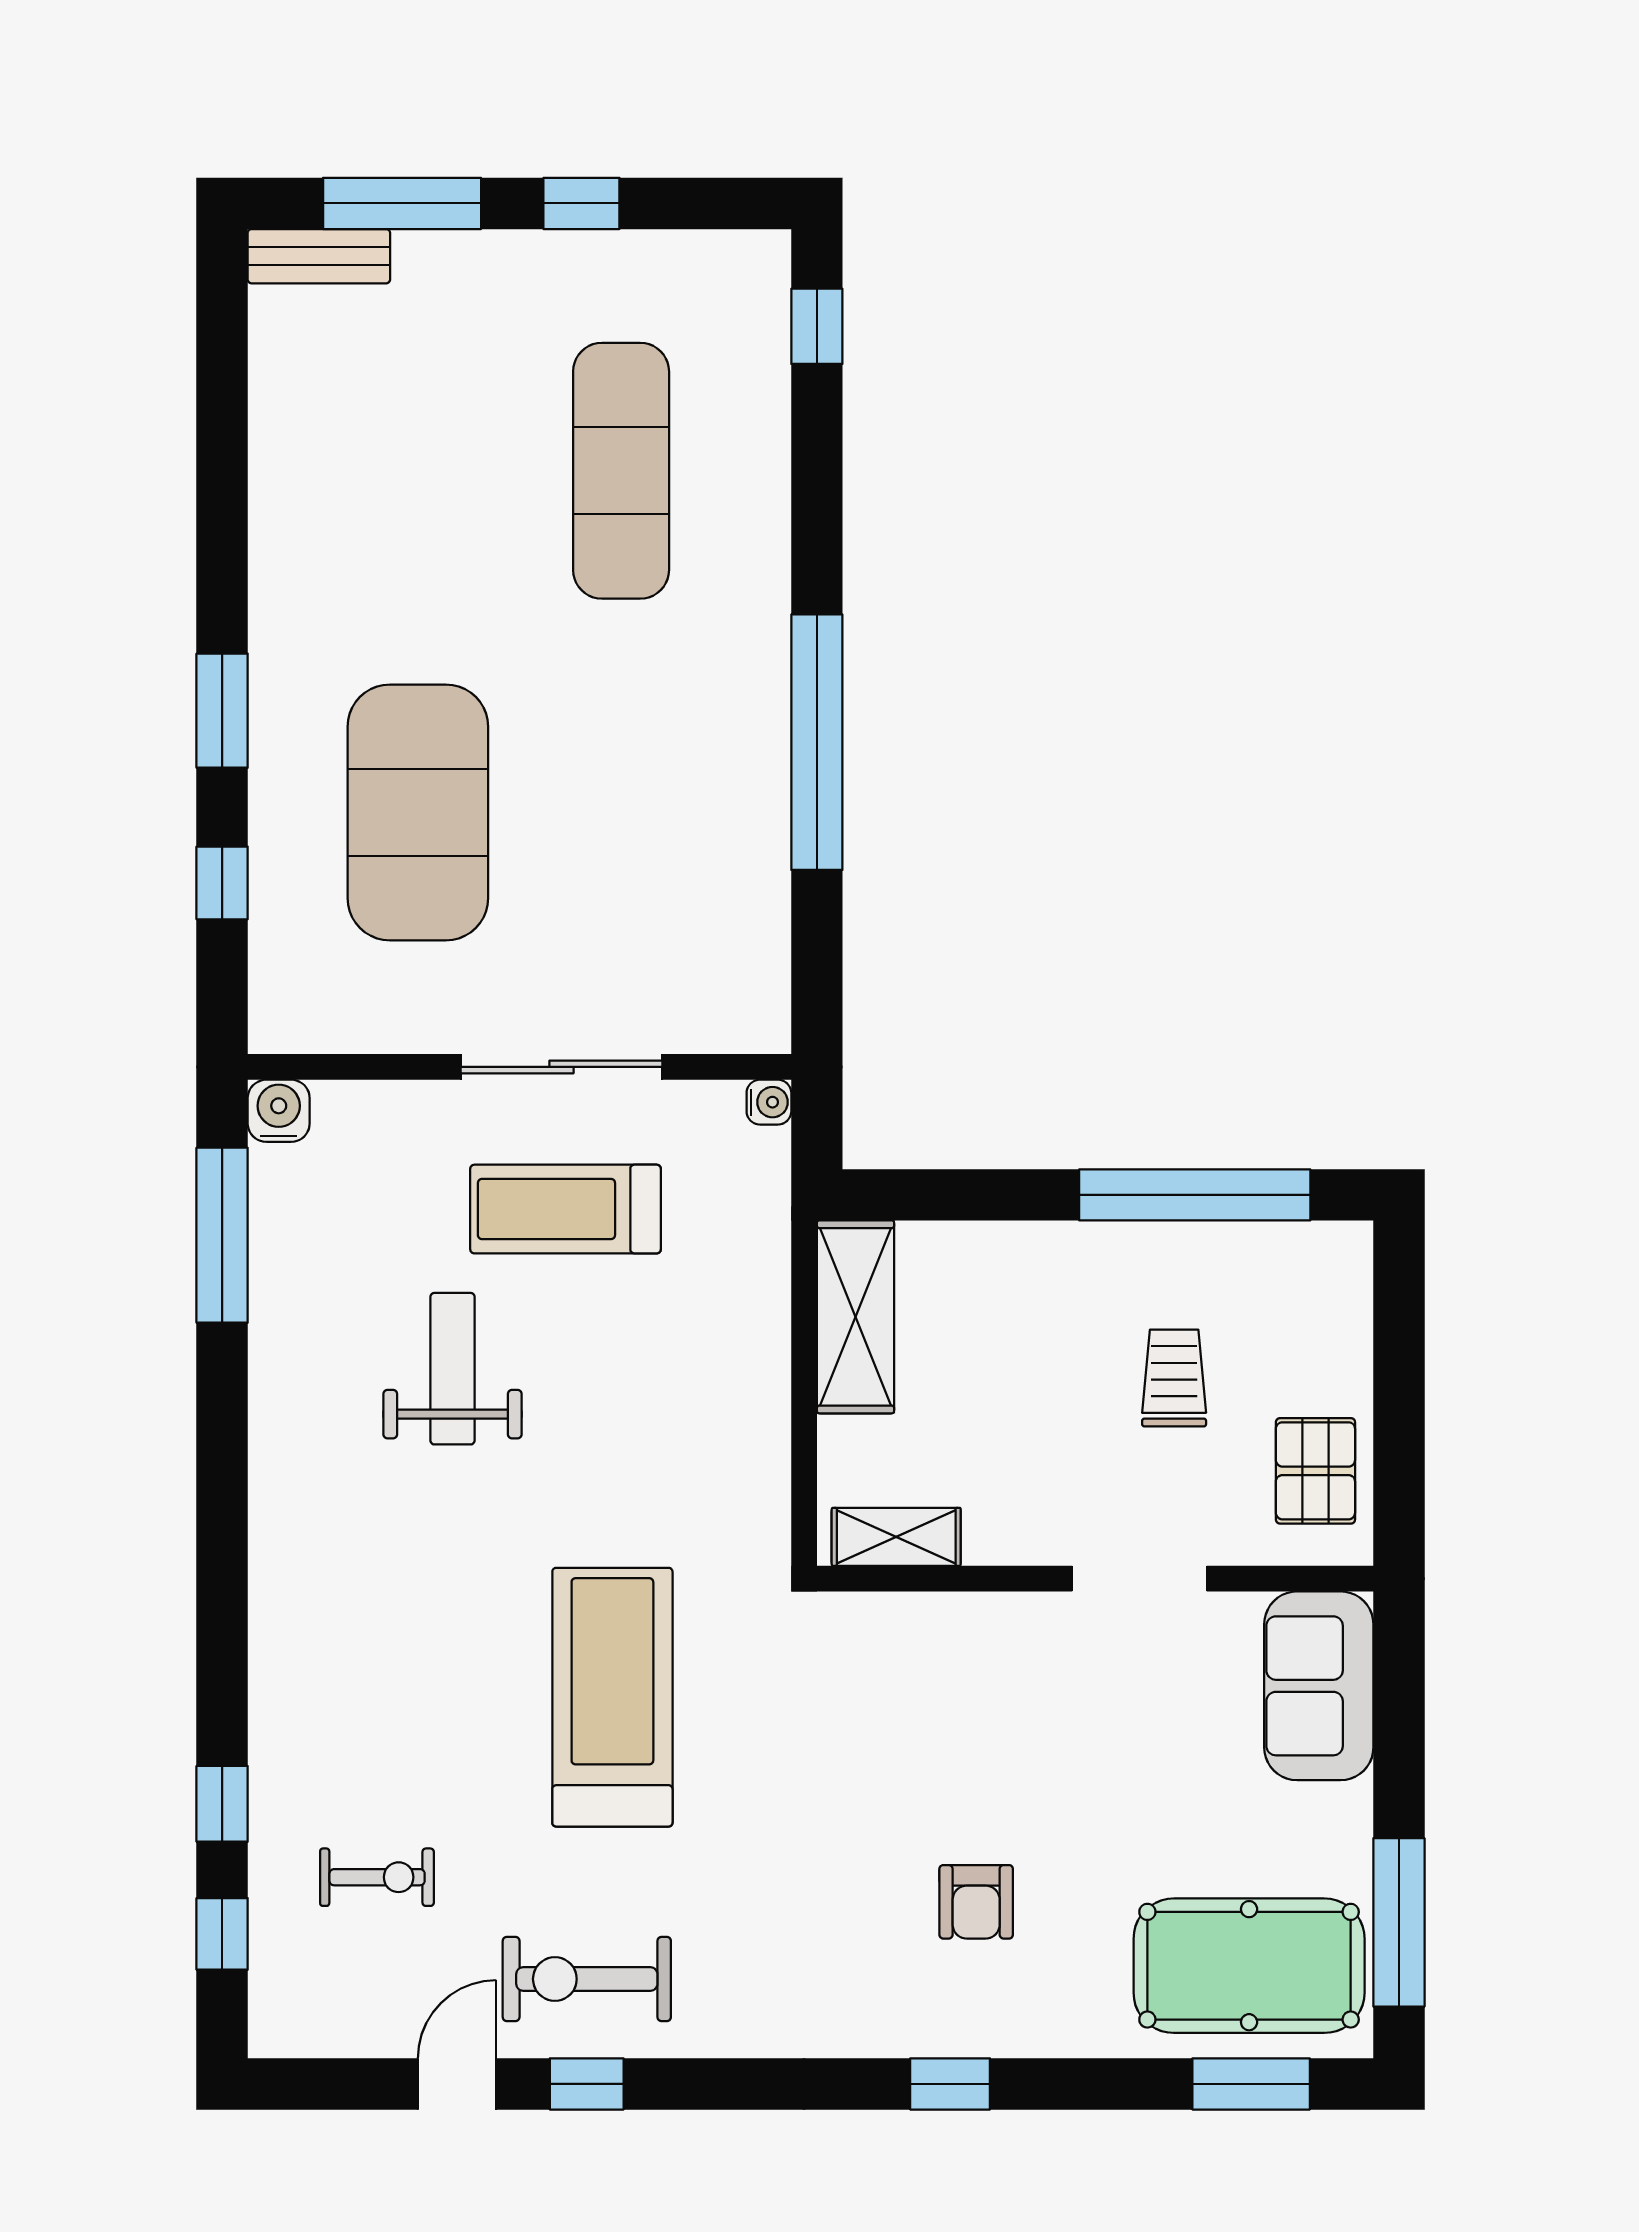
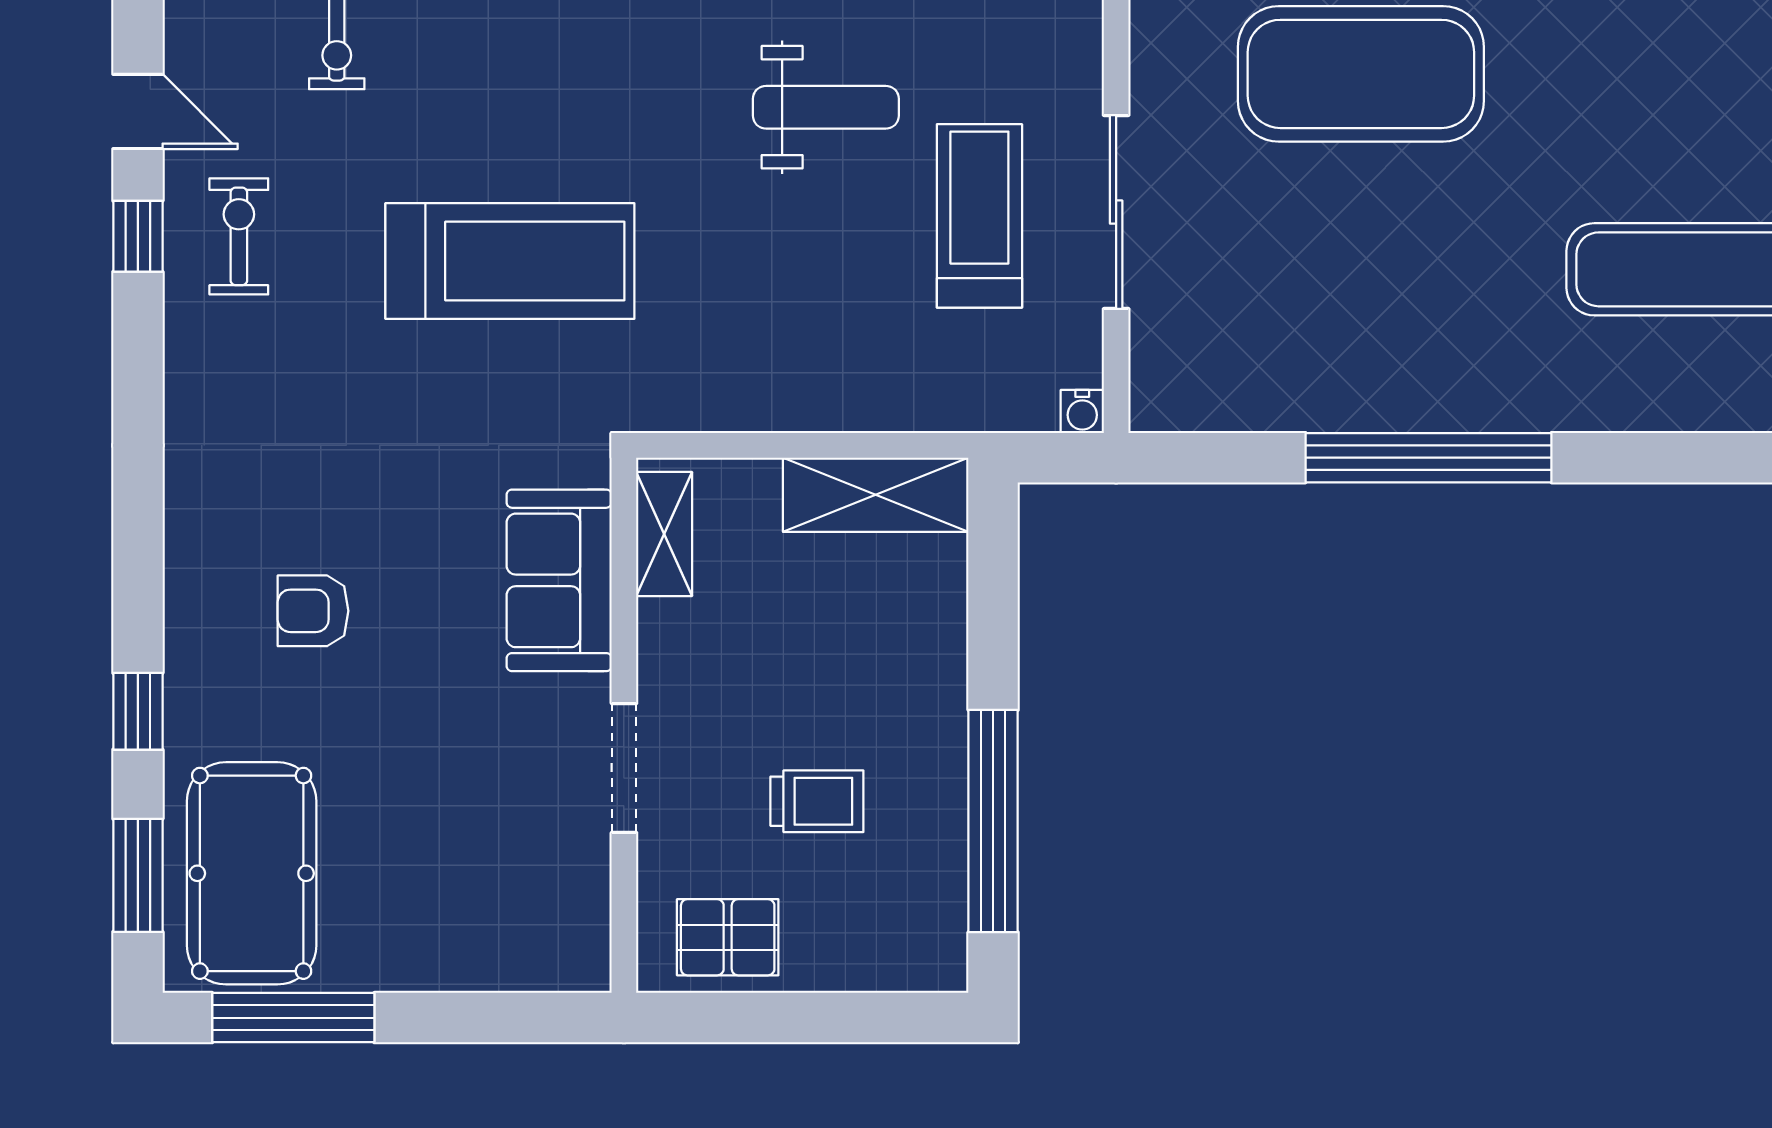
sofa: (1319, 1686) -> (559, 580), moved, turned -90
exercise bike: (587, 1979) -> (239, 236), width x0.73, depth x0.72
window: (950, 2084) -> (138, 711), moved

